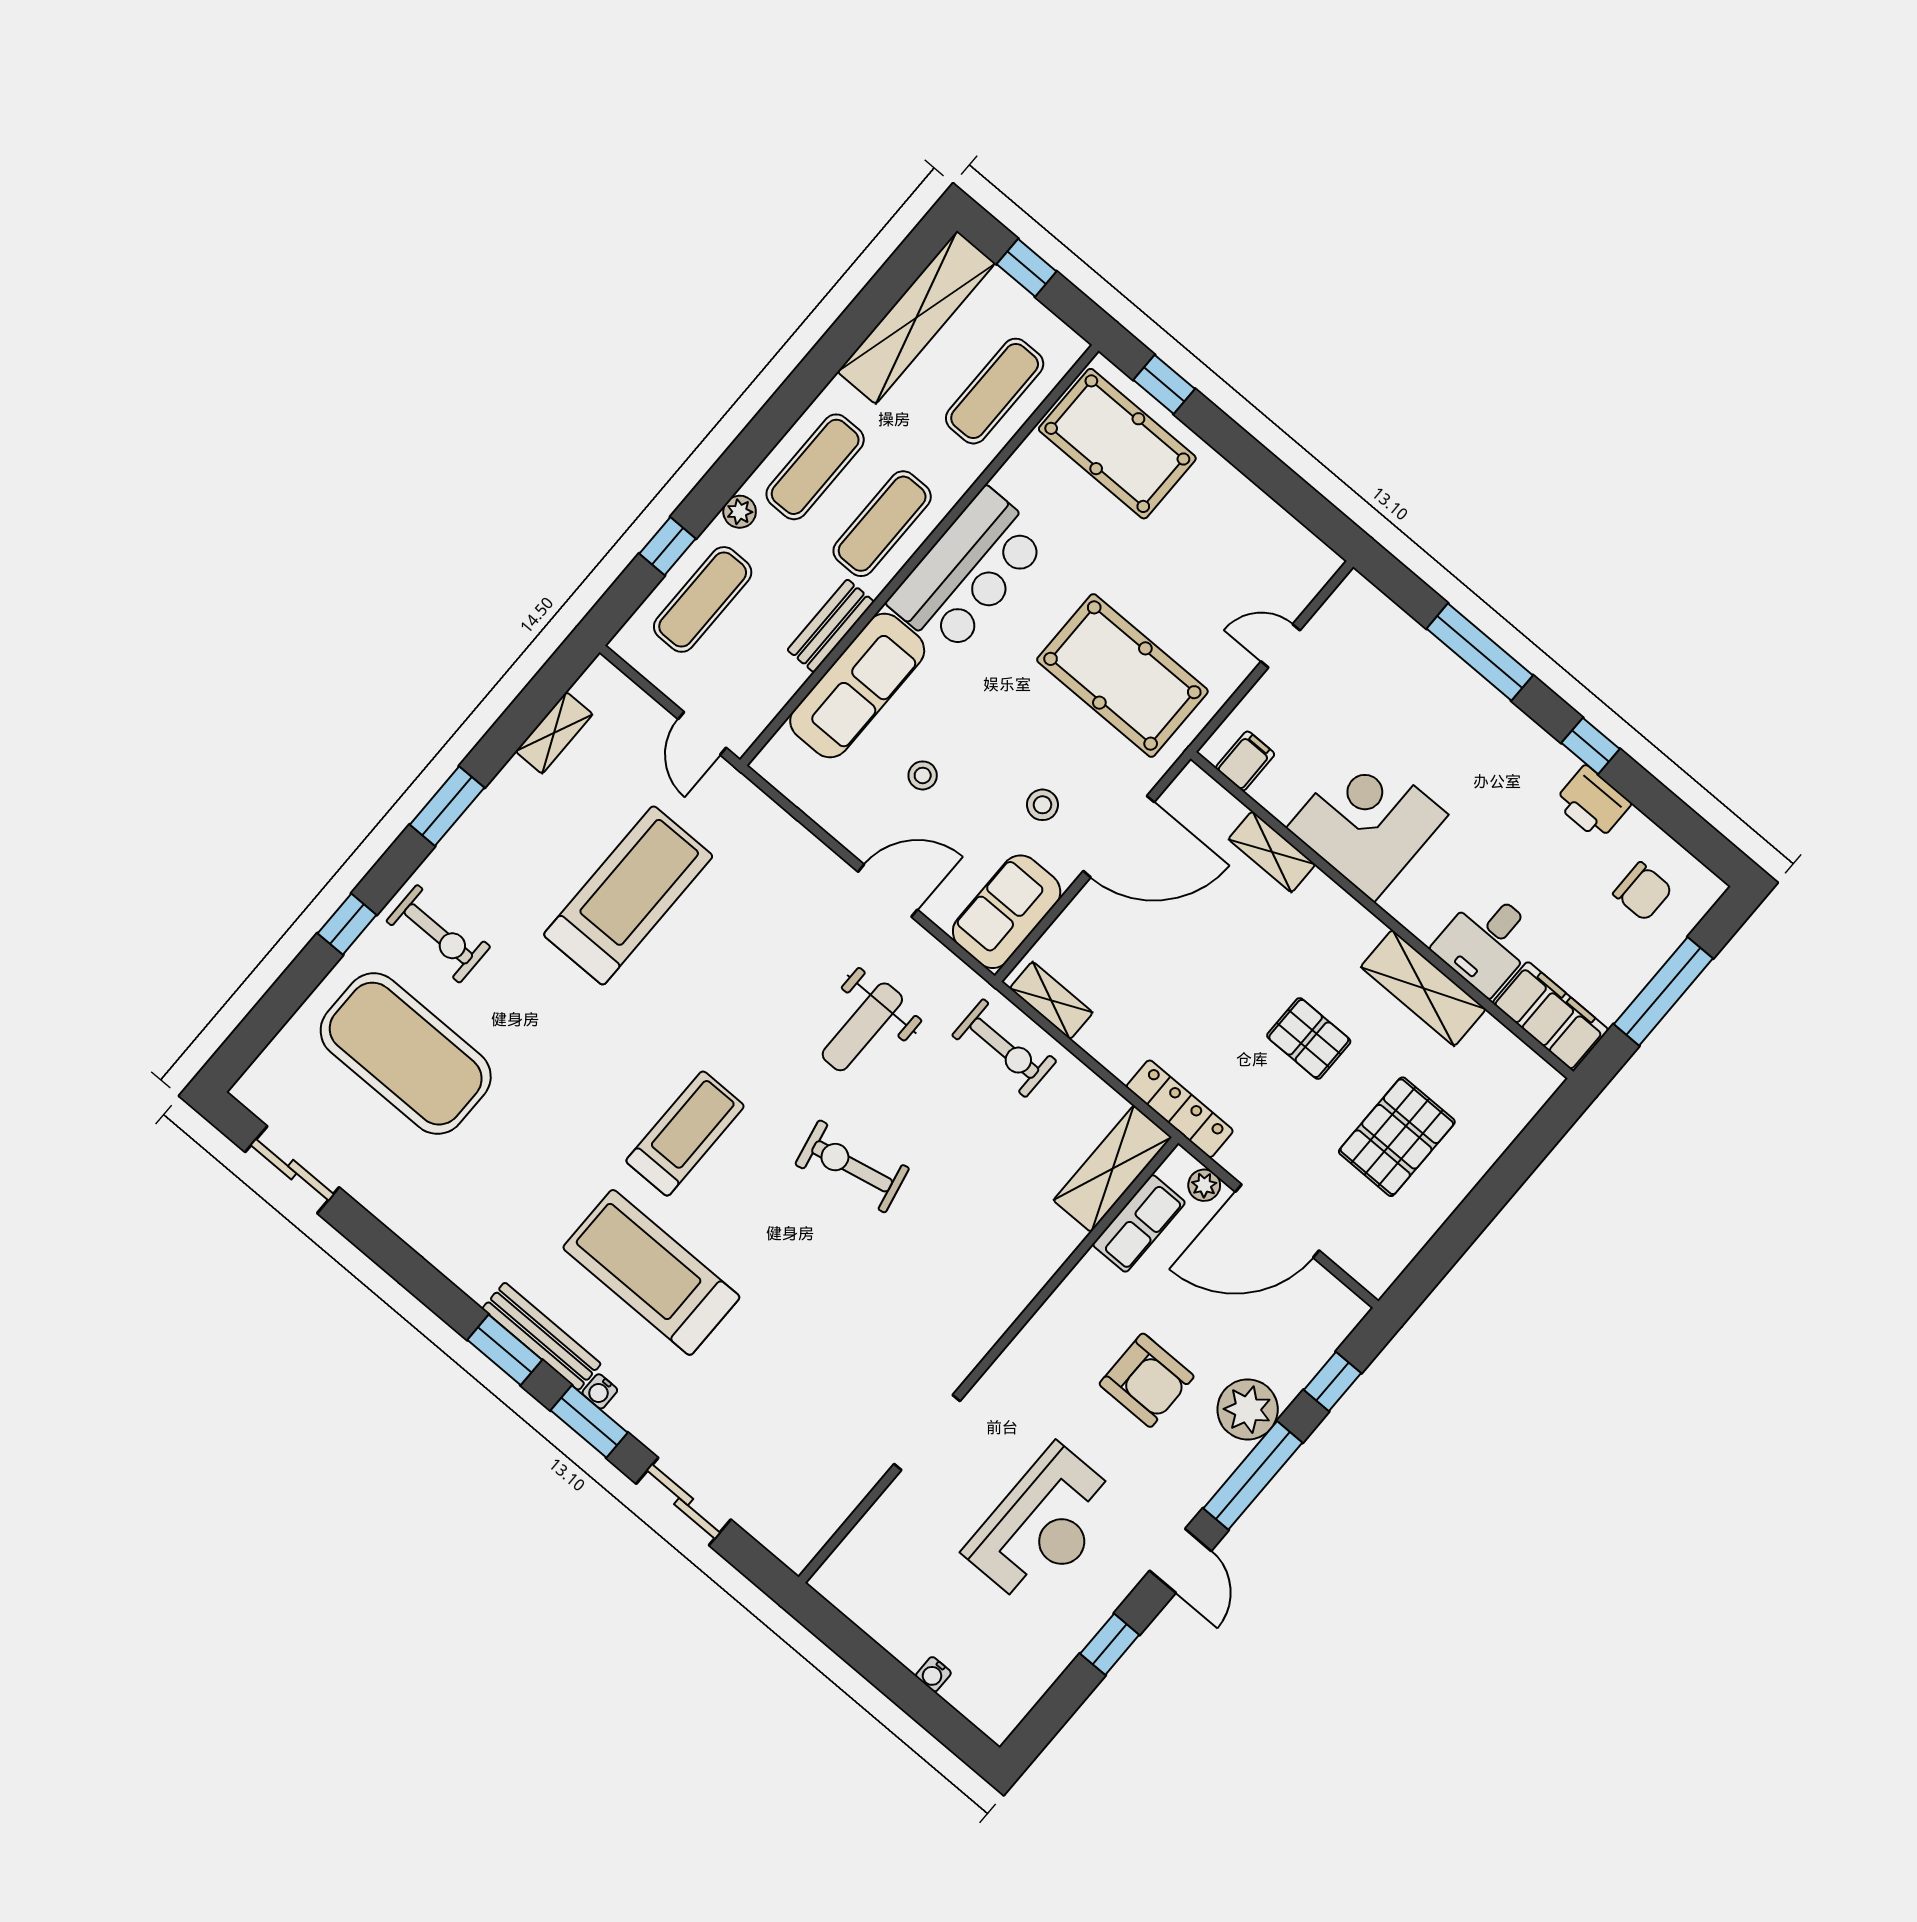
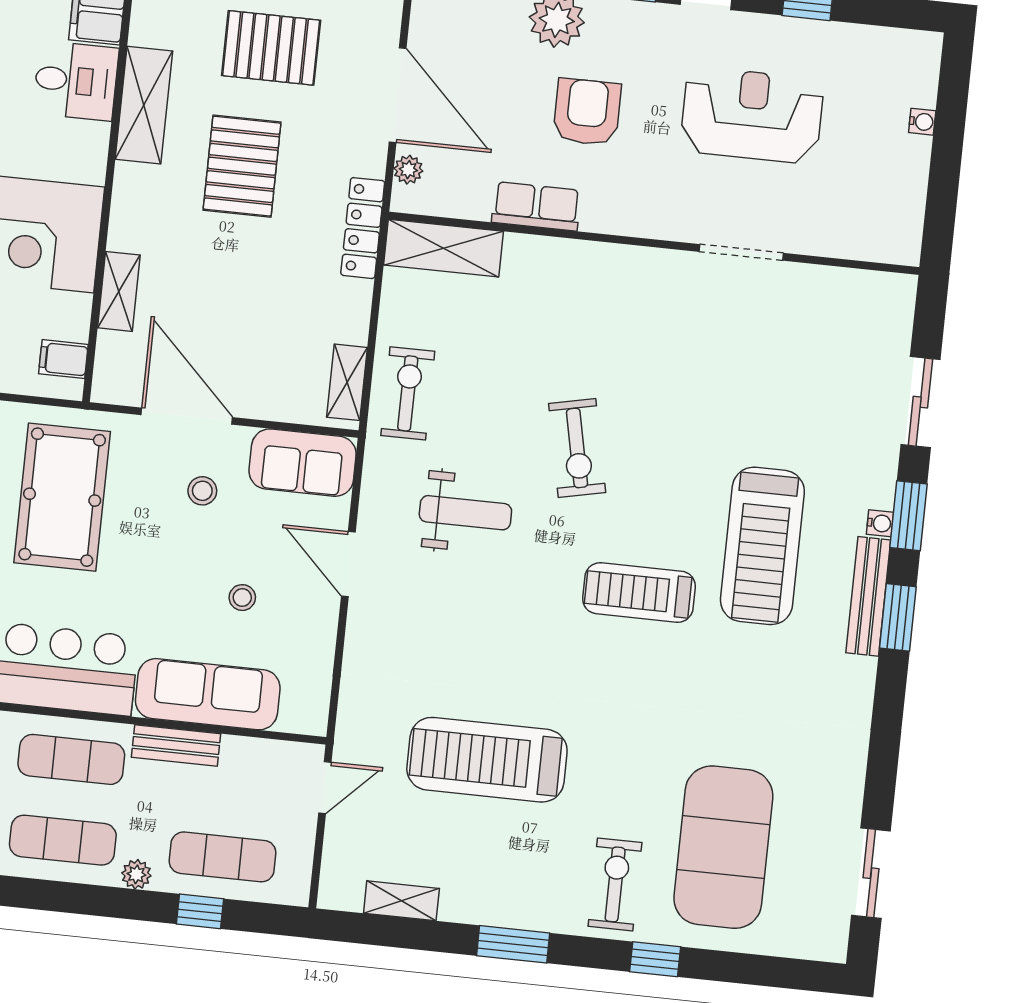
pallet: (1309, 1039) -> (242, 166), width x1.50, depth x1.42
row of seats: (1139, 1223) -> (536, 206), moved

